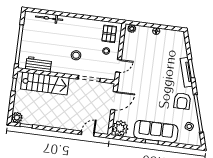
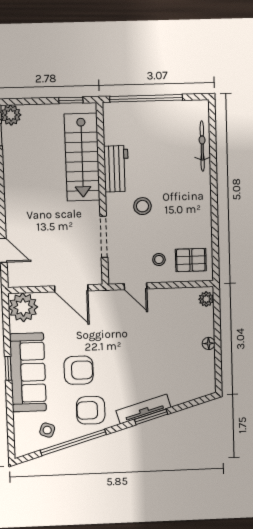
workbench: (39, 64) -> (116, 169), moved
armchair: (159, 104) -> (79, 370), added

